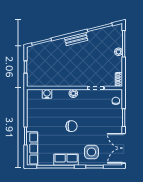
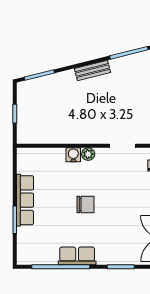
water cooler: (47, 94) -> (73, 155), moved
row of seats: (32, 149) -> (25, 200), moved
side table: (91, 152) -> (116, 244), removed

